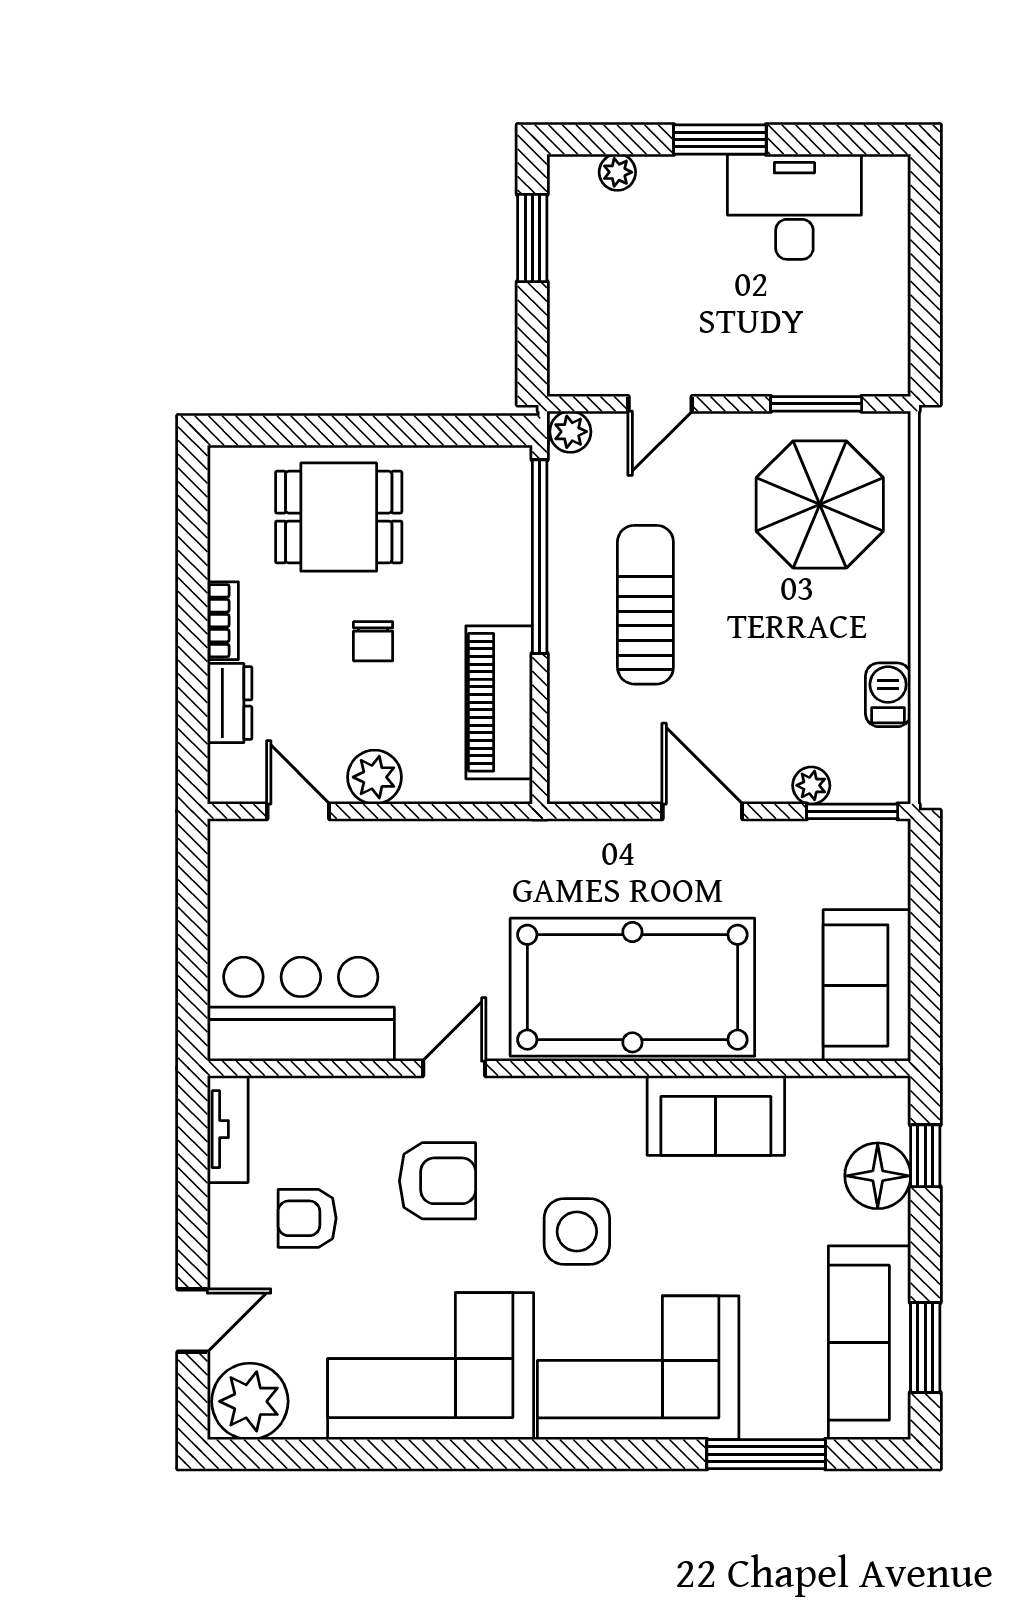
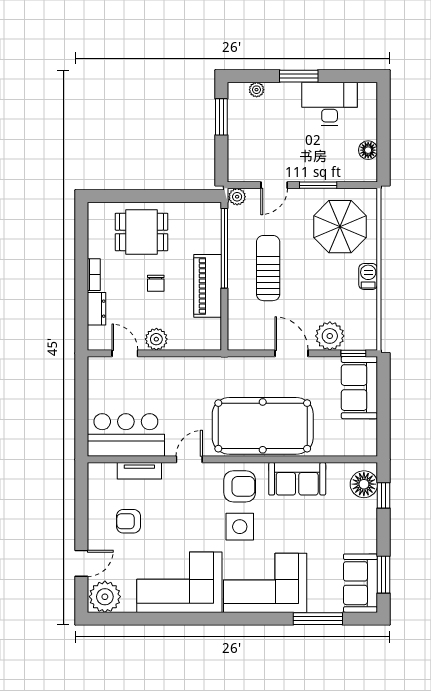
floor lamp: (888, 319) -> (368, 150), added
window: (816, 404) -> (318, 185), moved
barbecue: (888, 695) -> (368, 277), moved
piano: (499, 702) -> (208, 286), moved
plant: (811, 785) -> (330, 336), width x1.88, depth x1.88
window: (852, 811) -> (353, 353), width x0.67
sofa: (867, 985) -> (359, 388), moved
tv unit: (228, 1129) -> (139, 471), moved, turned 90
floor lamp: (878, 1176) -> (364, 484), moved
armchair: (437, 1181) -> (240, 486), moved
sofa: (869, 1343) -> (361, 583), width x0.73

